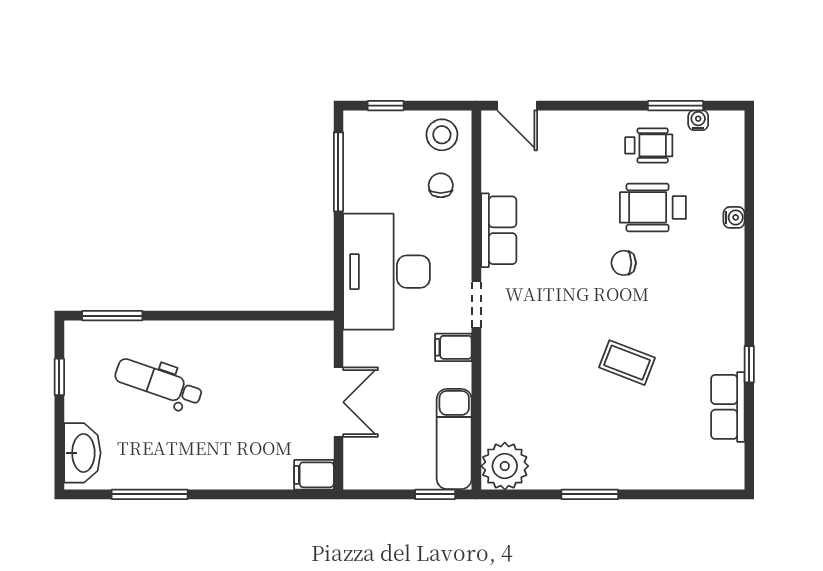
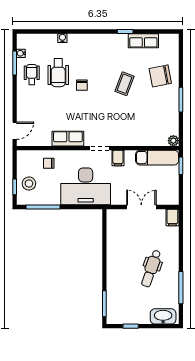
stool: (442, 135) -> (29, 183), moved
dental chair: (159, 383) -> (151, 268), moved
chair: (645, 446) -> (160, 76), added
plant: (505, 466) -> (173, 141), width x0.53, depth x0.53

